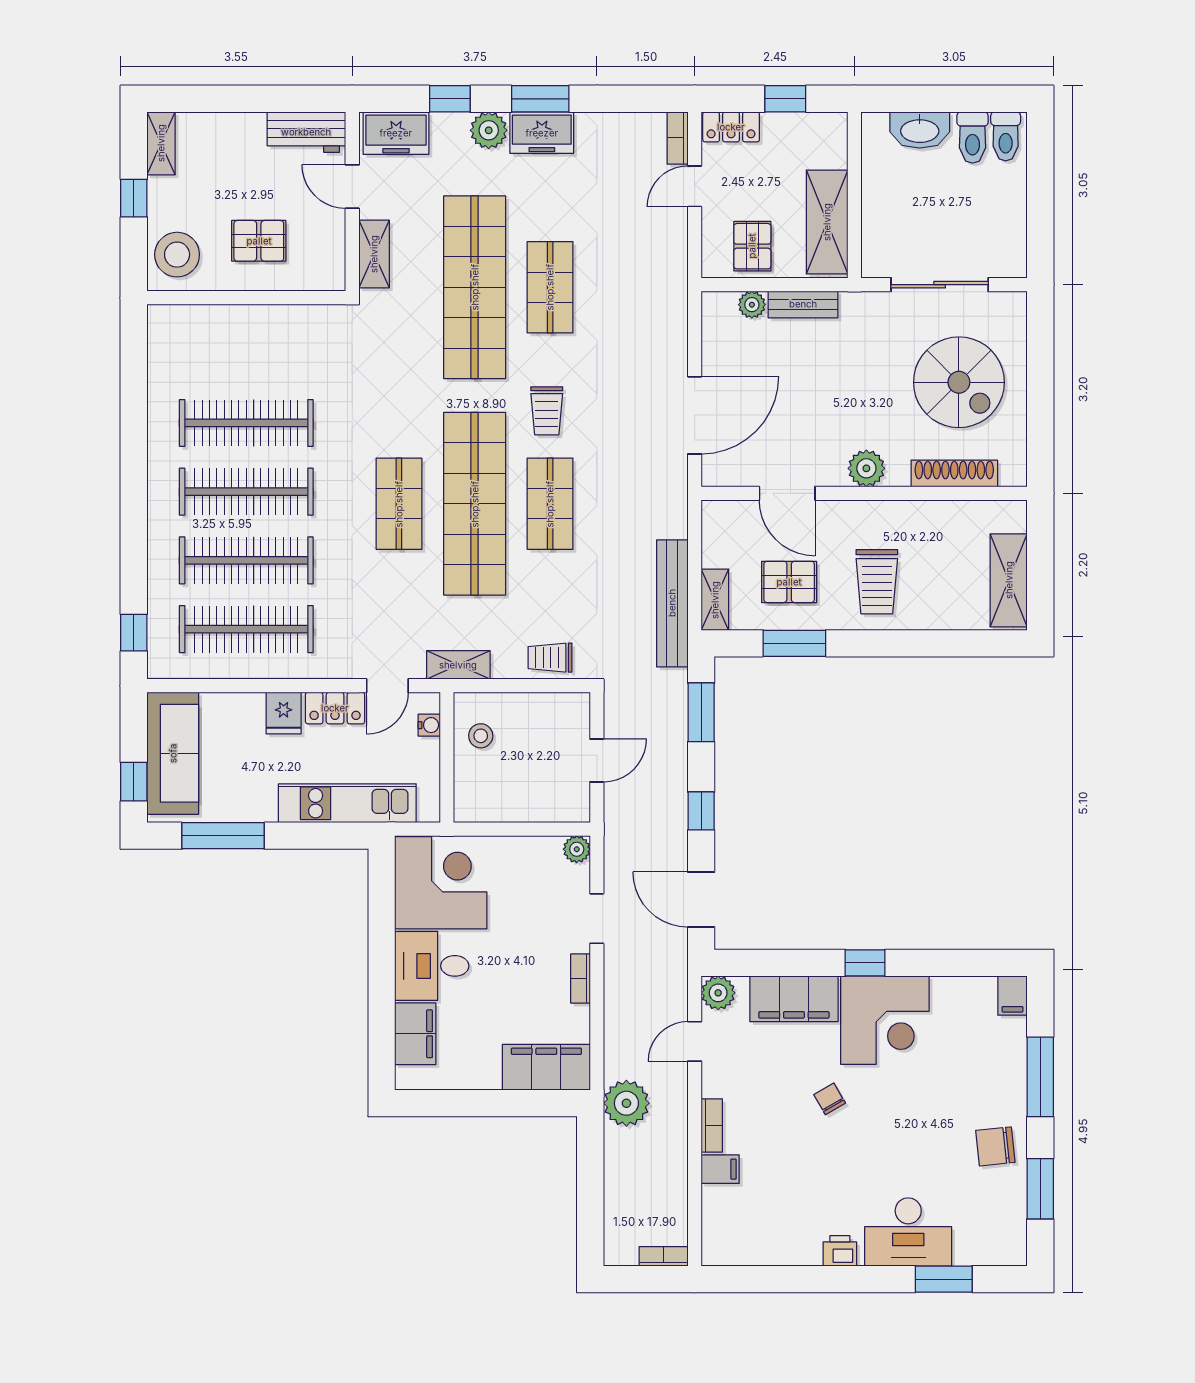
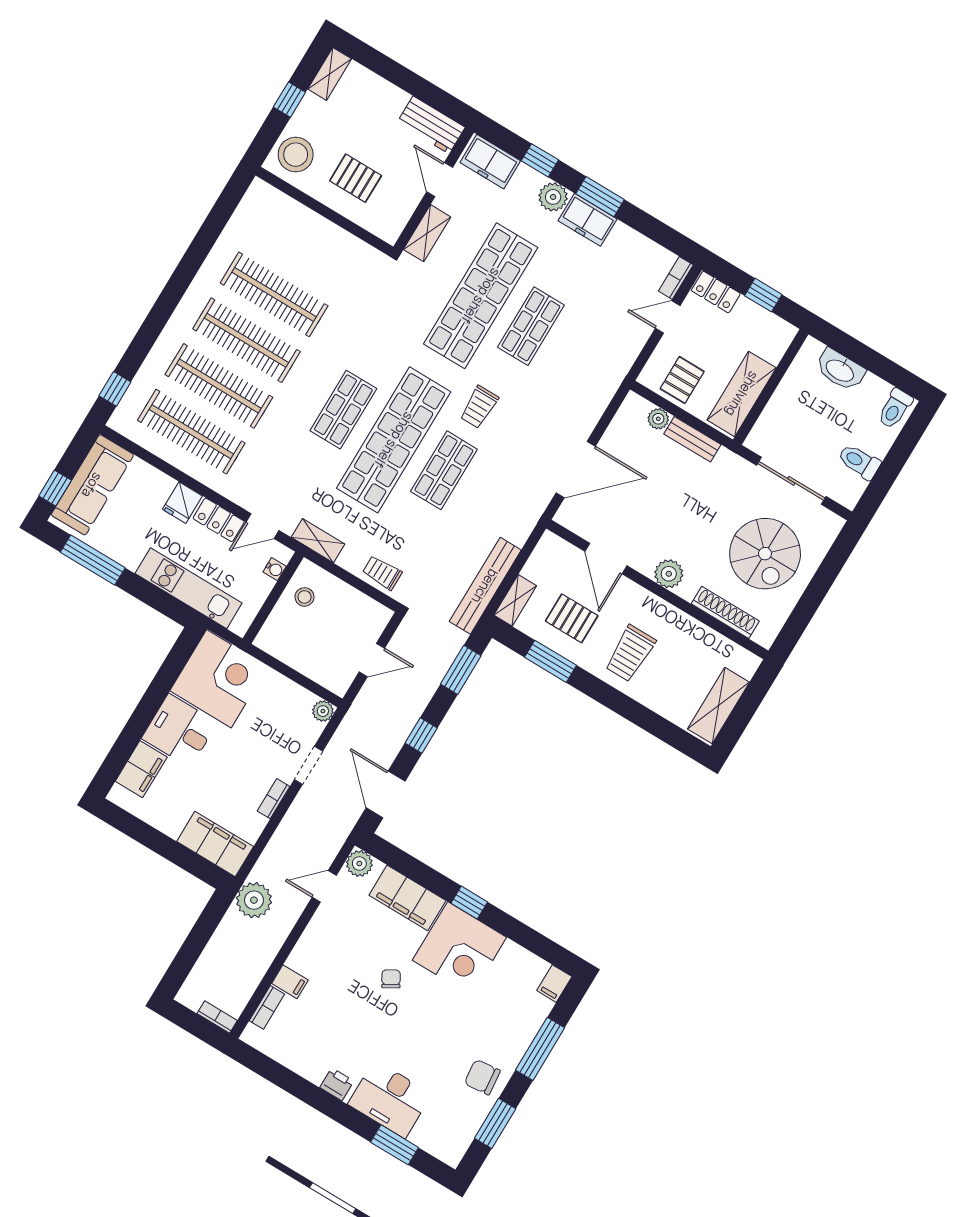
toilet: (973, 137) -> (859, 462), moved, turned 90
bookcase: (712, 1126) -> (267, 1007), moved

